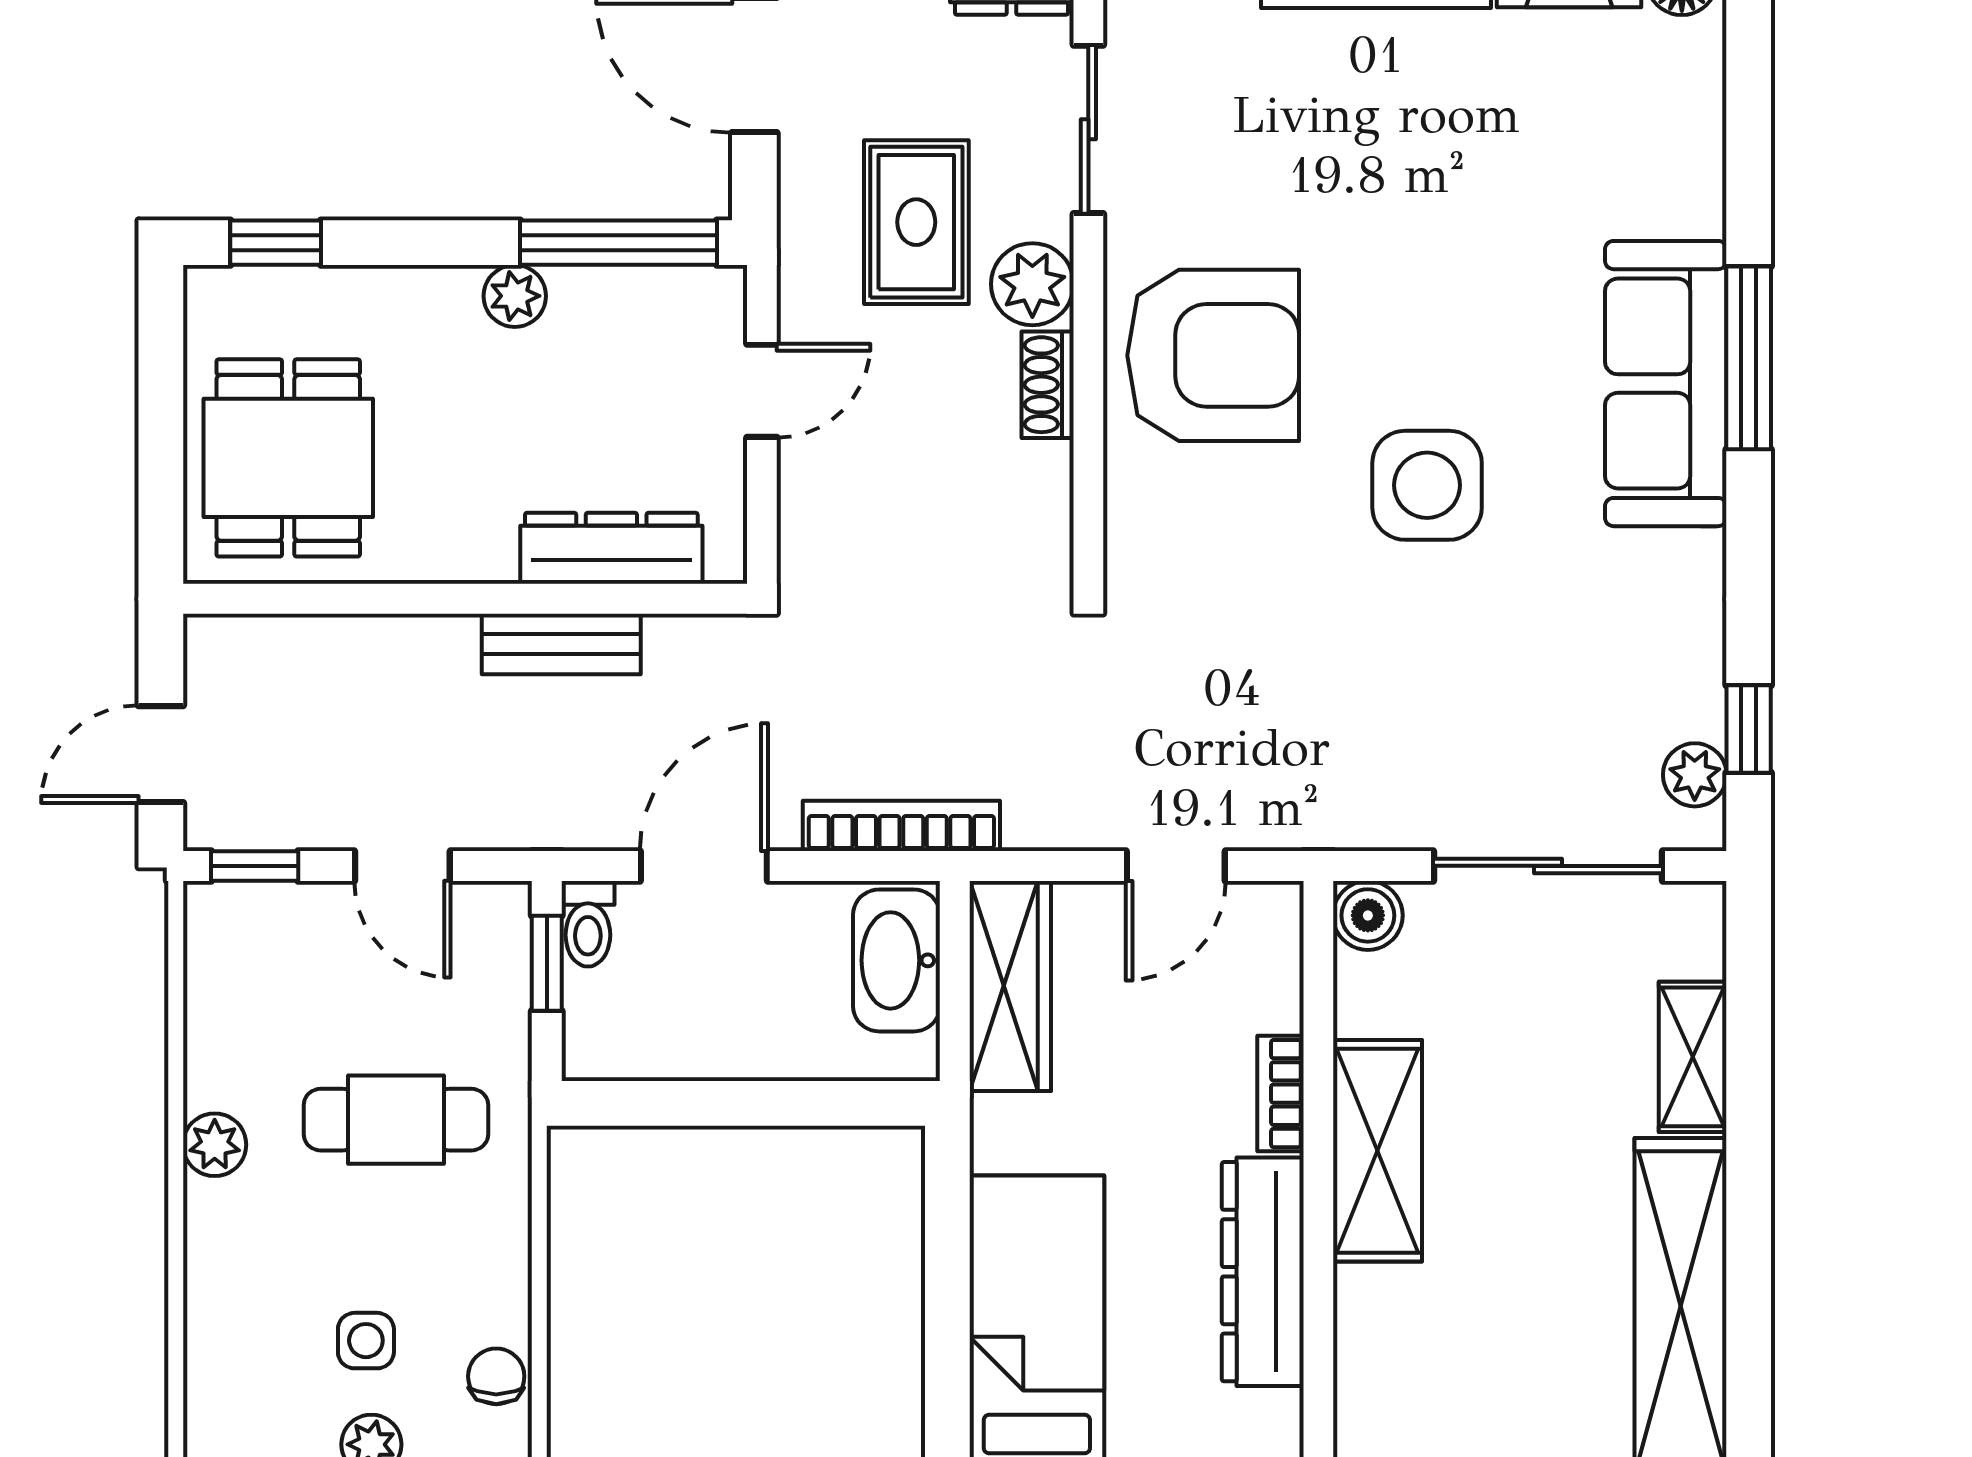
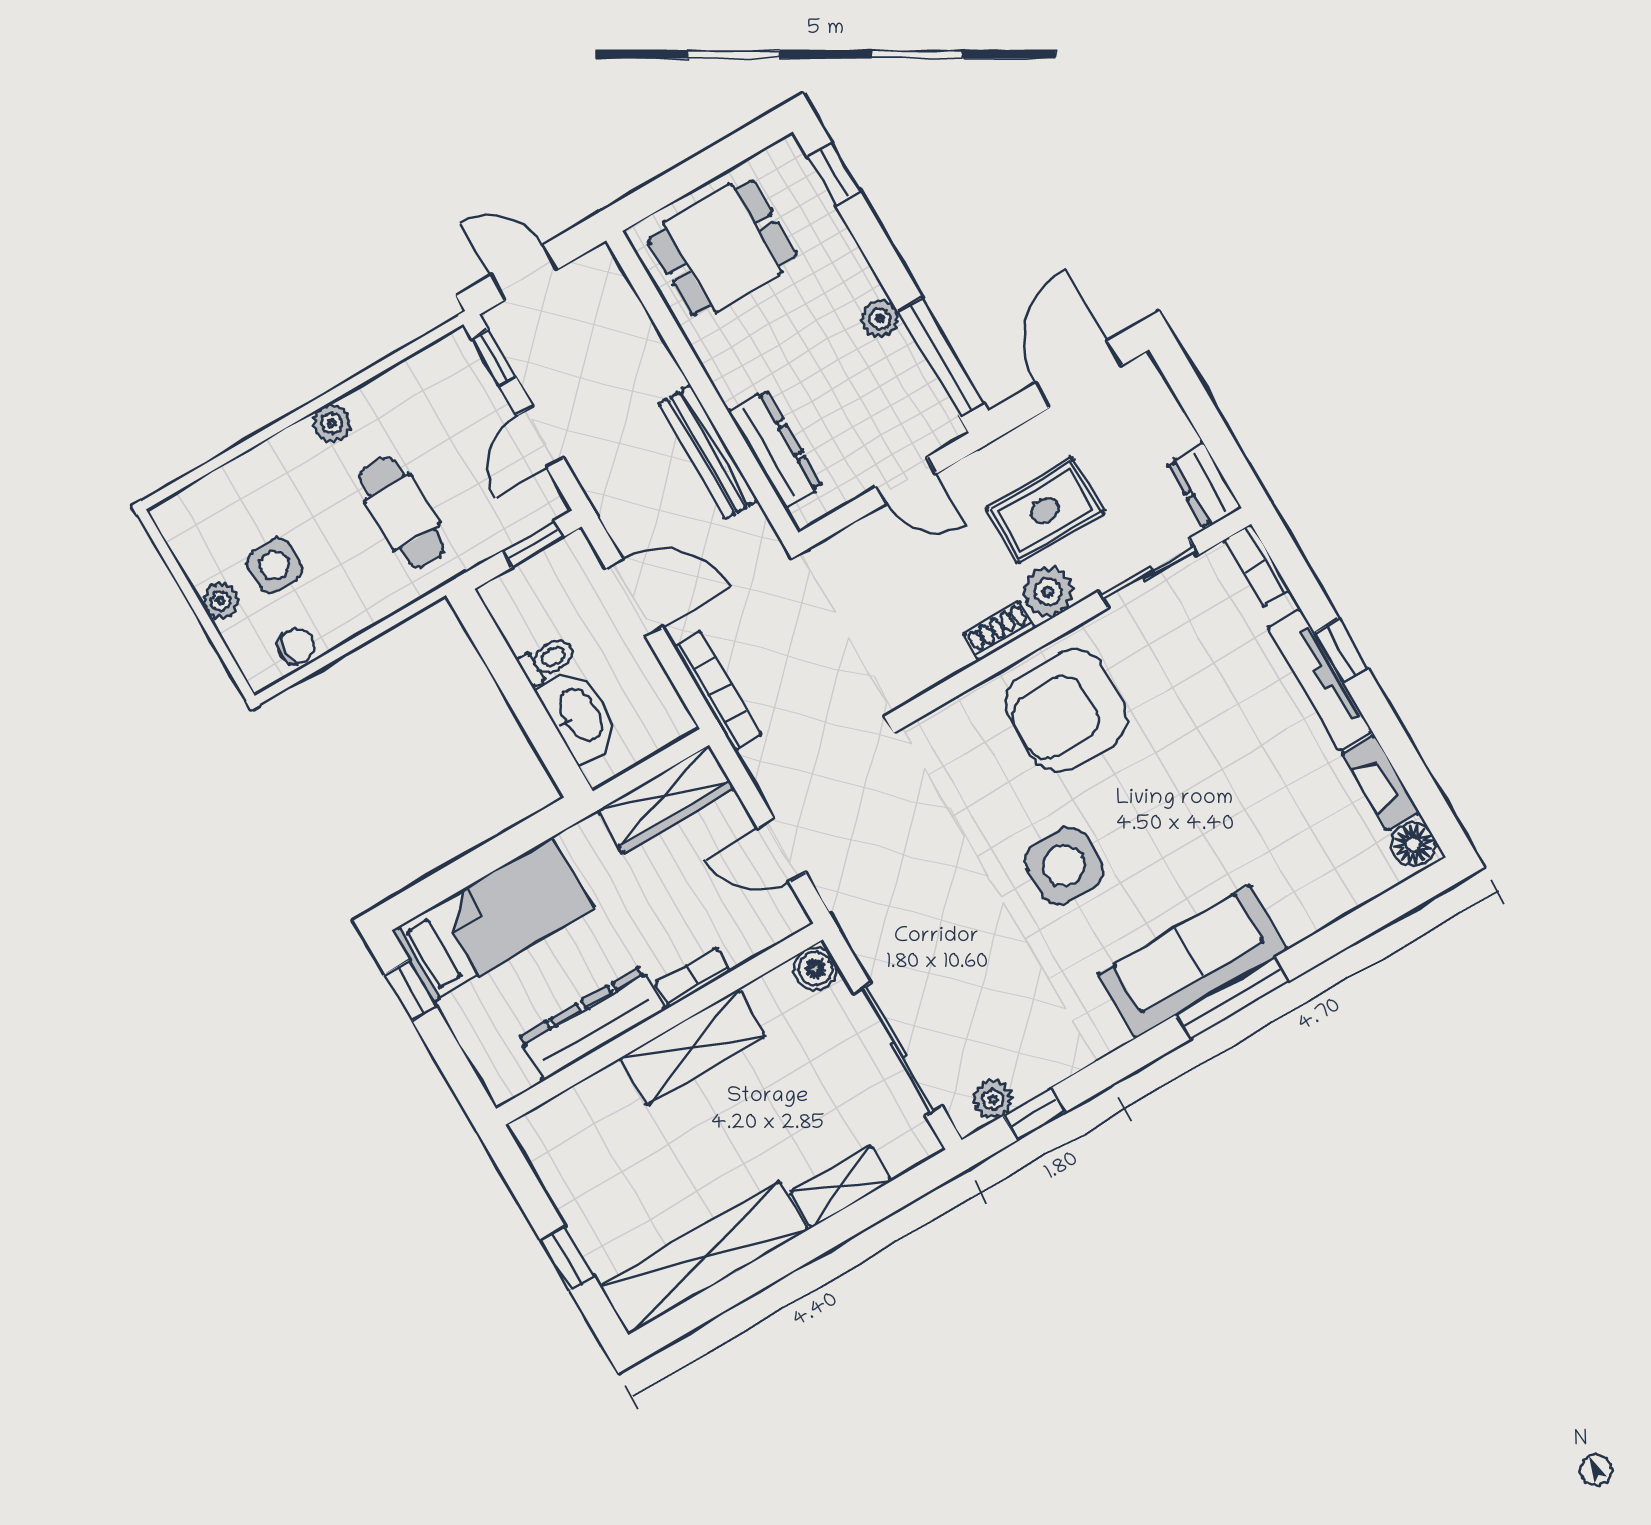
armchair: (1213, 355) -> (1066, 711), turned 90
bench: (561, 644) -> (708, 452), width x1.36
toilet: (588, 924) -> (547, 660), moved, turned 180
washbasin: (896, 960) -> (579, 715), moved, turned 90
side table: (366, 1341) -> (274, 565), width x1.37, depth x1.37

